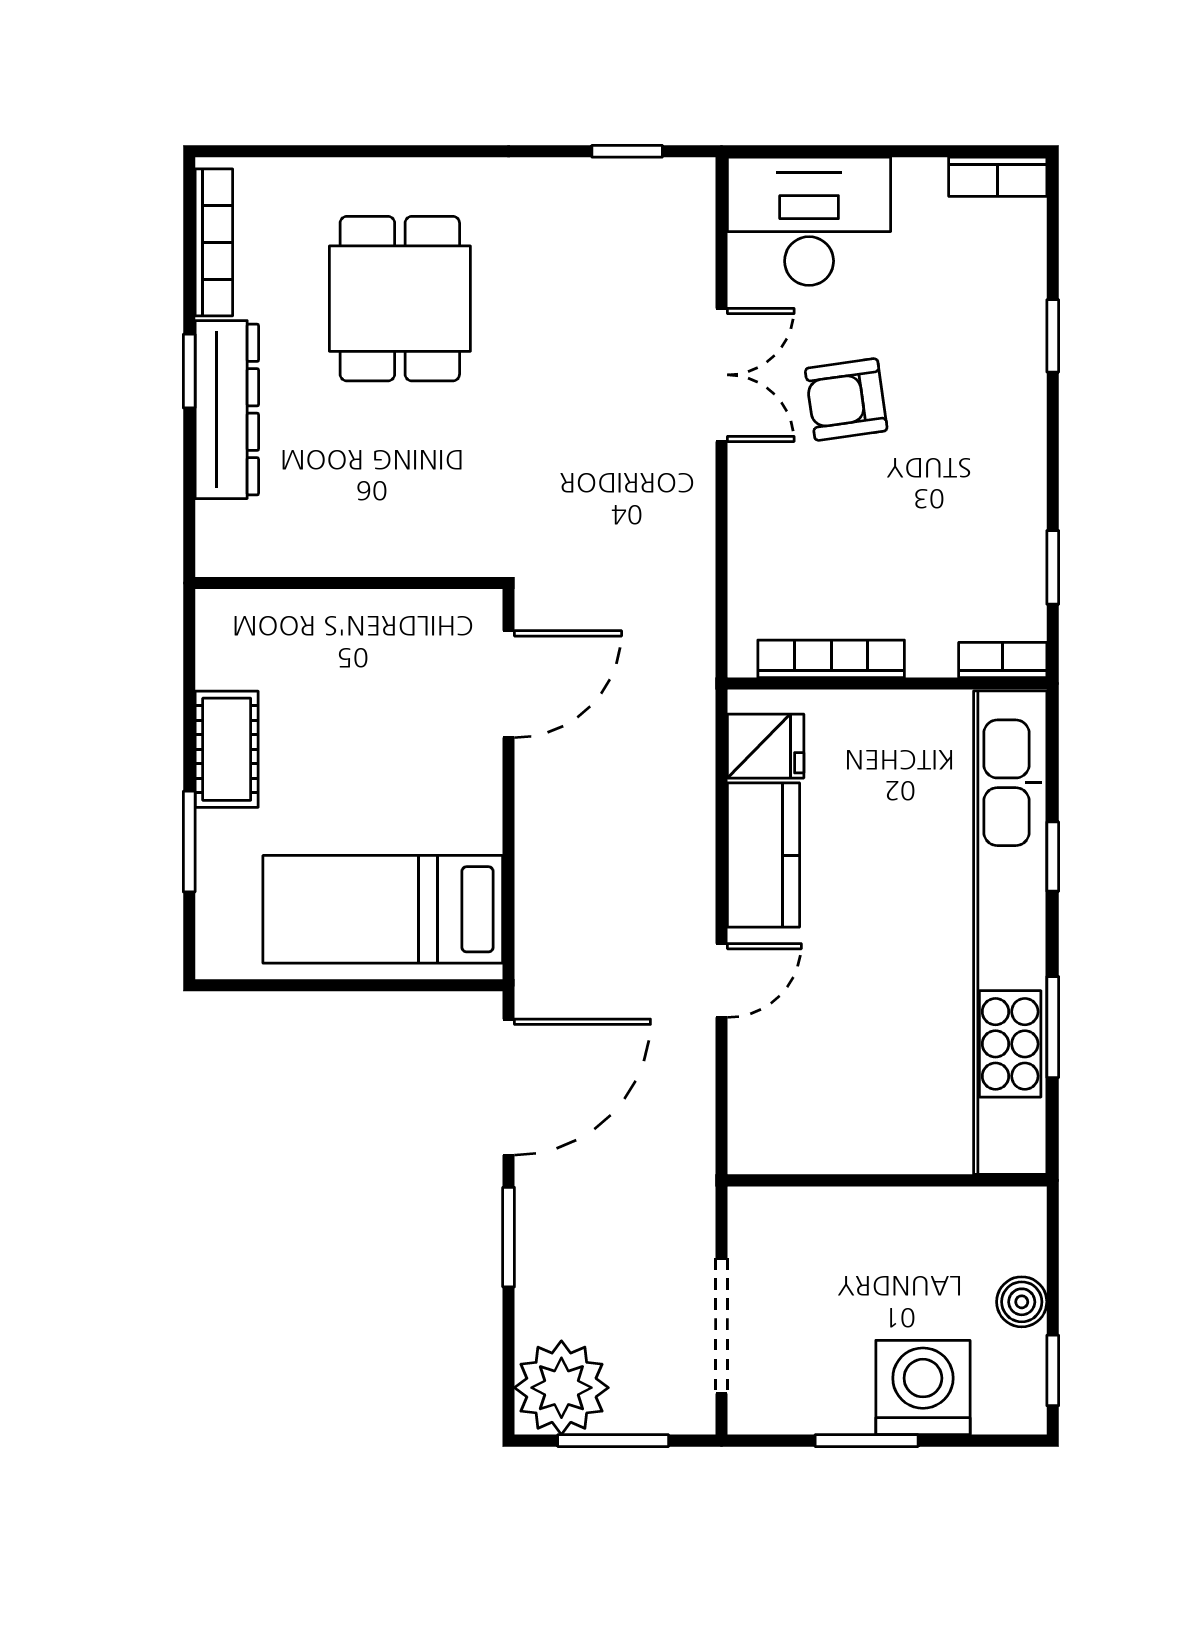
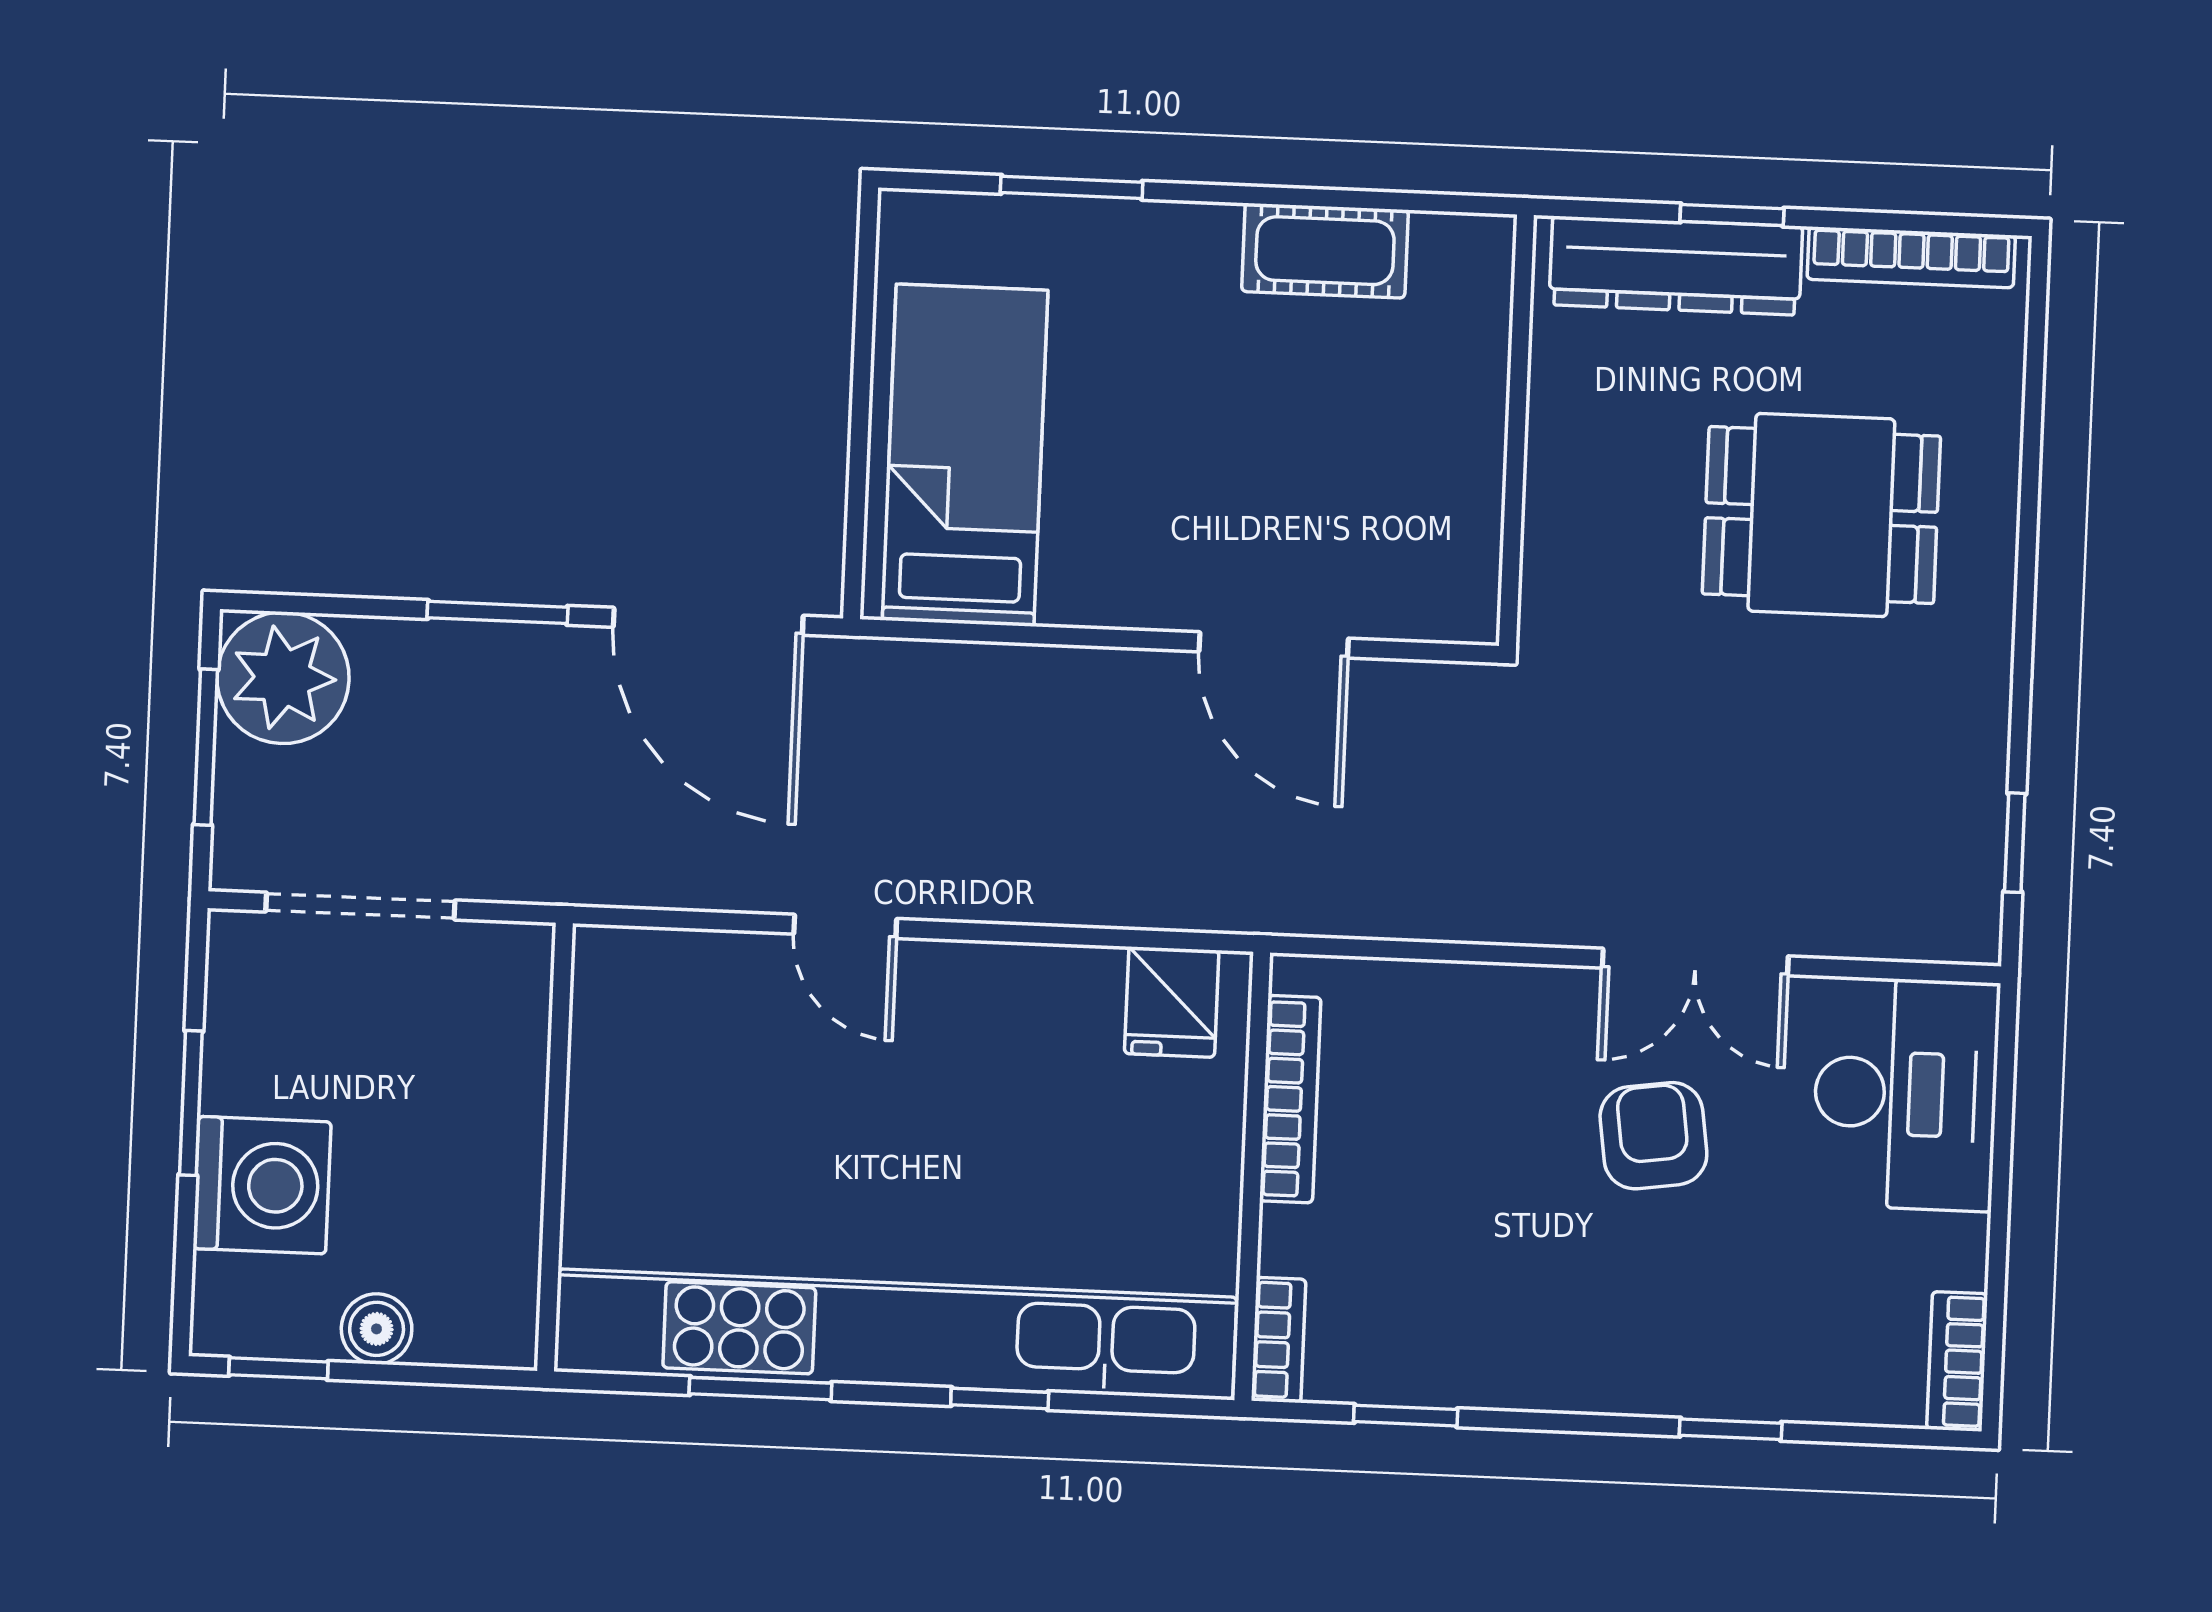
wall: (349, 583) -> (1516, 431), moved
cot: (227, 749) -> (1325, 251), moved
kitchen counter: (763, 855) -> (1019, 993), removed

